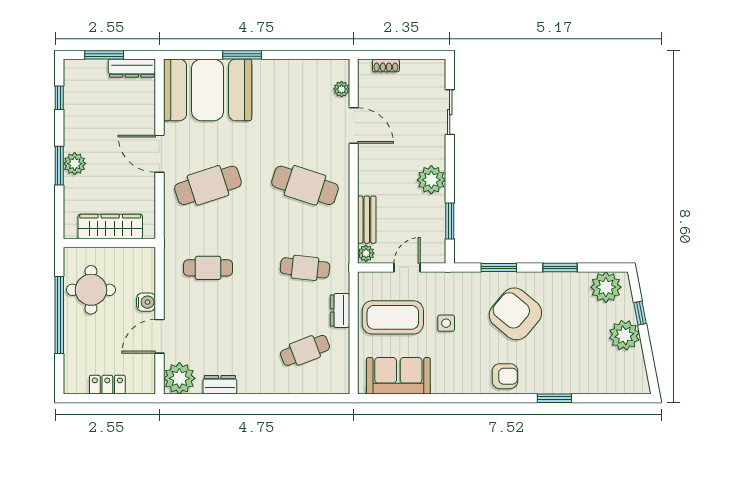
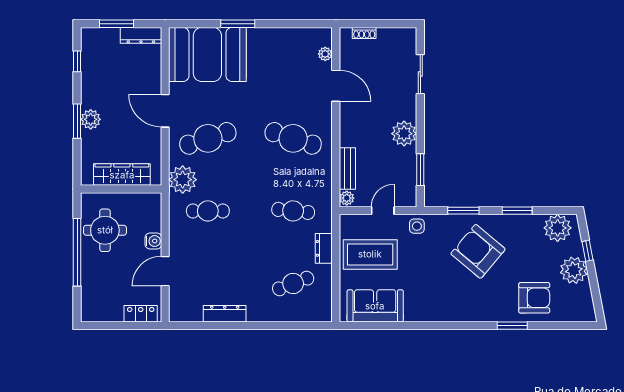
side table: (446, 323) -> (417, 226), moved
armchair: (505, 376) -> (534, 298), moved, width x1.38, depth x1.38
plant: (179, 378) -> (183, 180), moved
locker: (107, 385) -> (141, 314), moved
dresser: (220, 385) -> (225, 314), width x1.44

